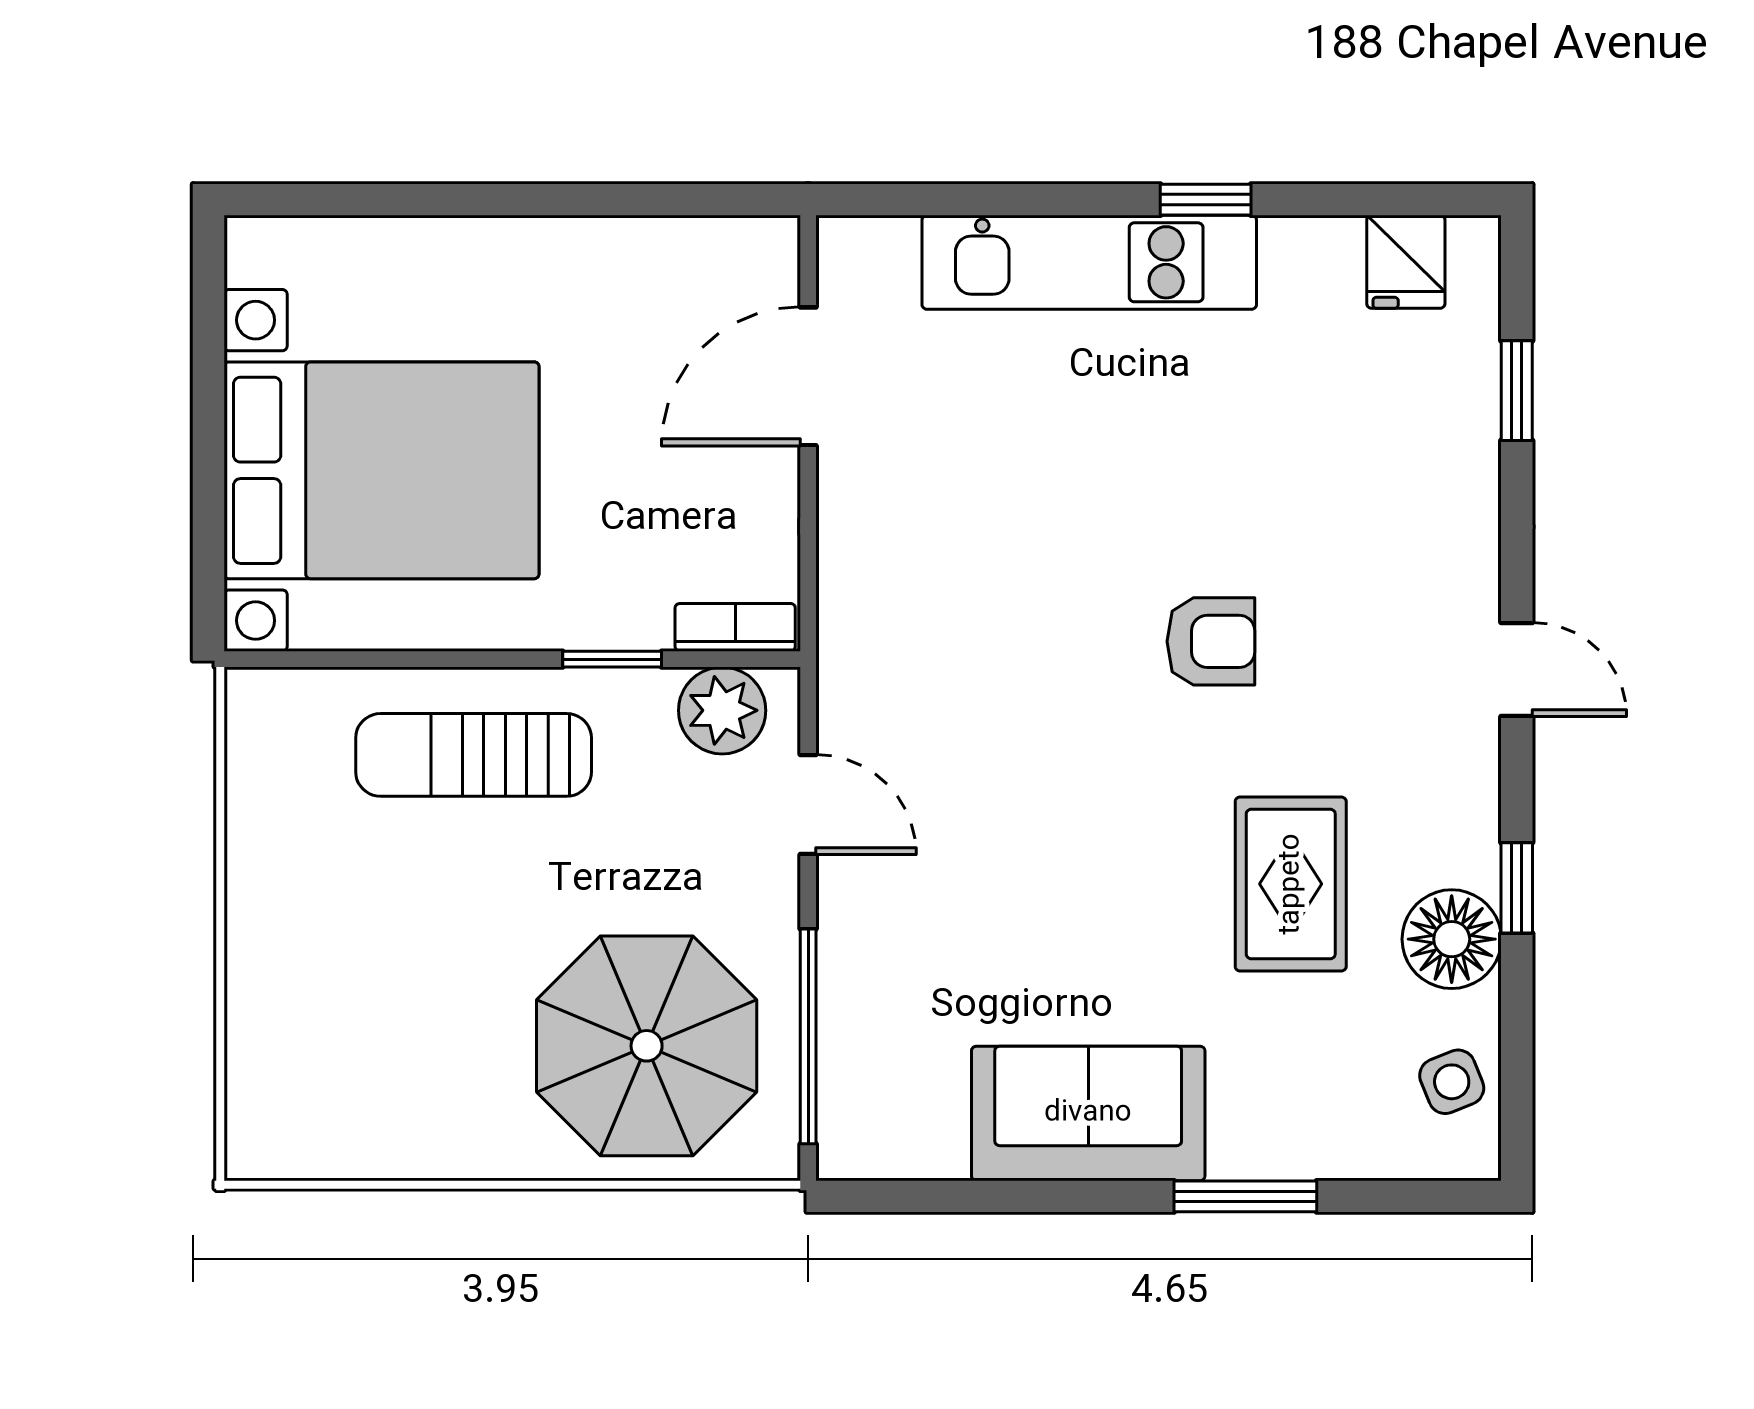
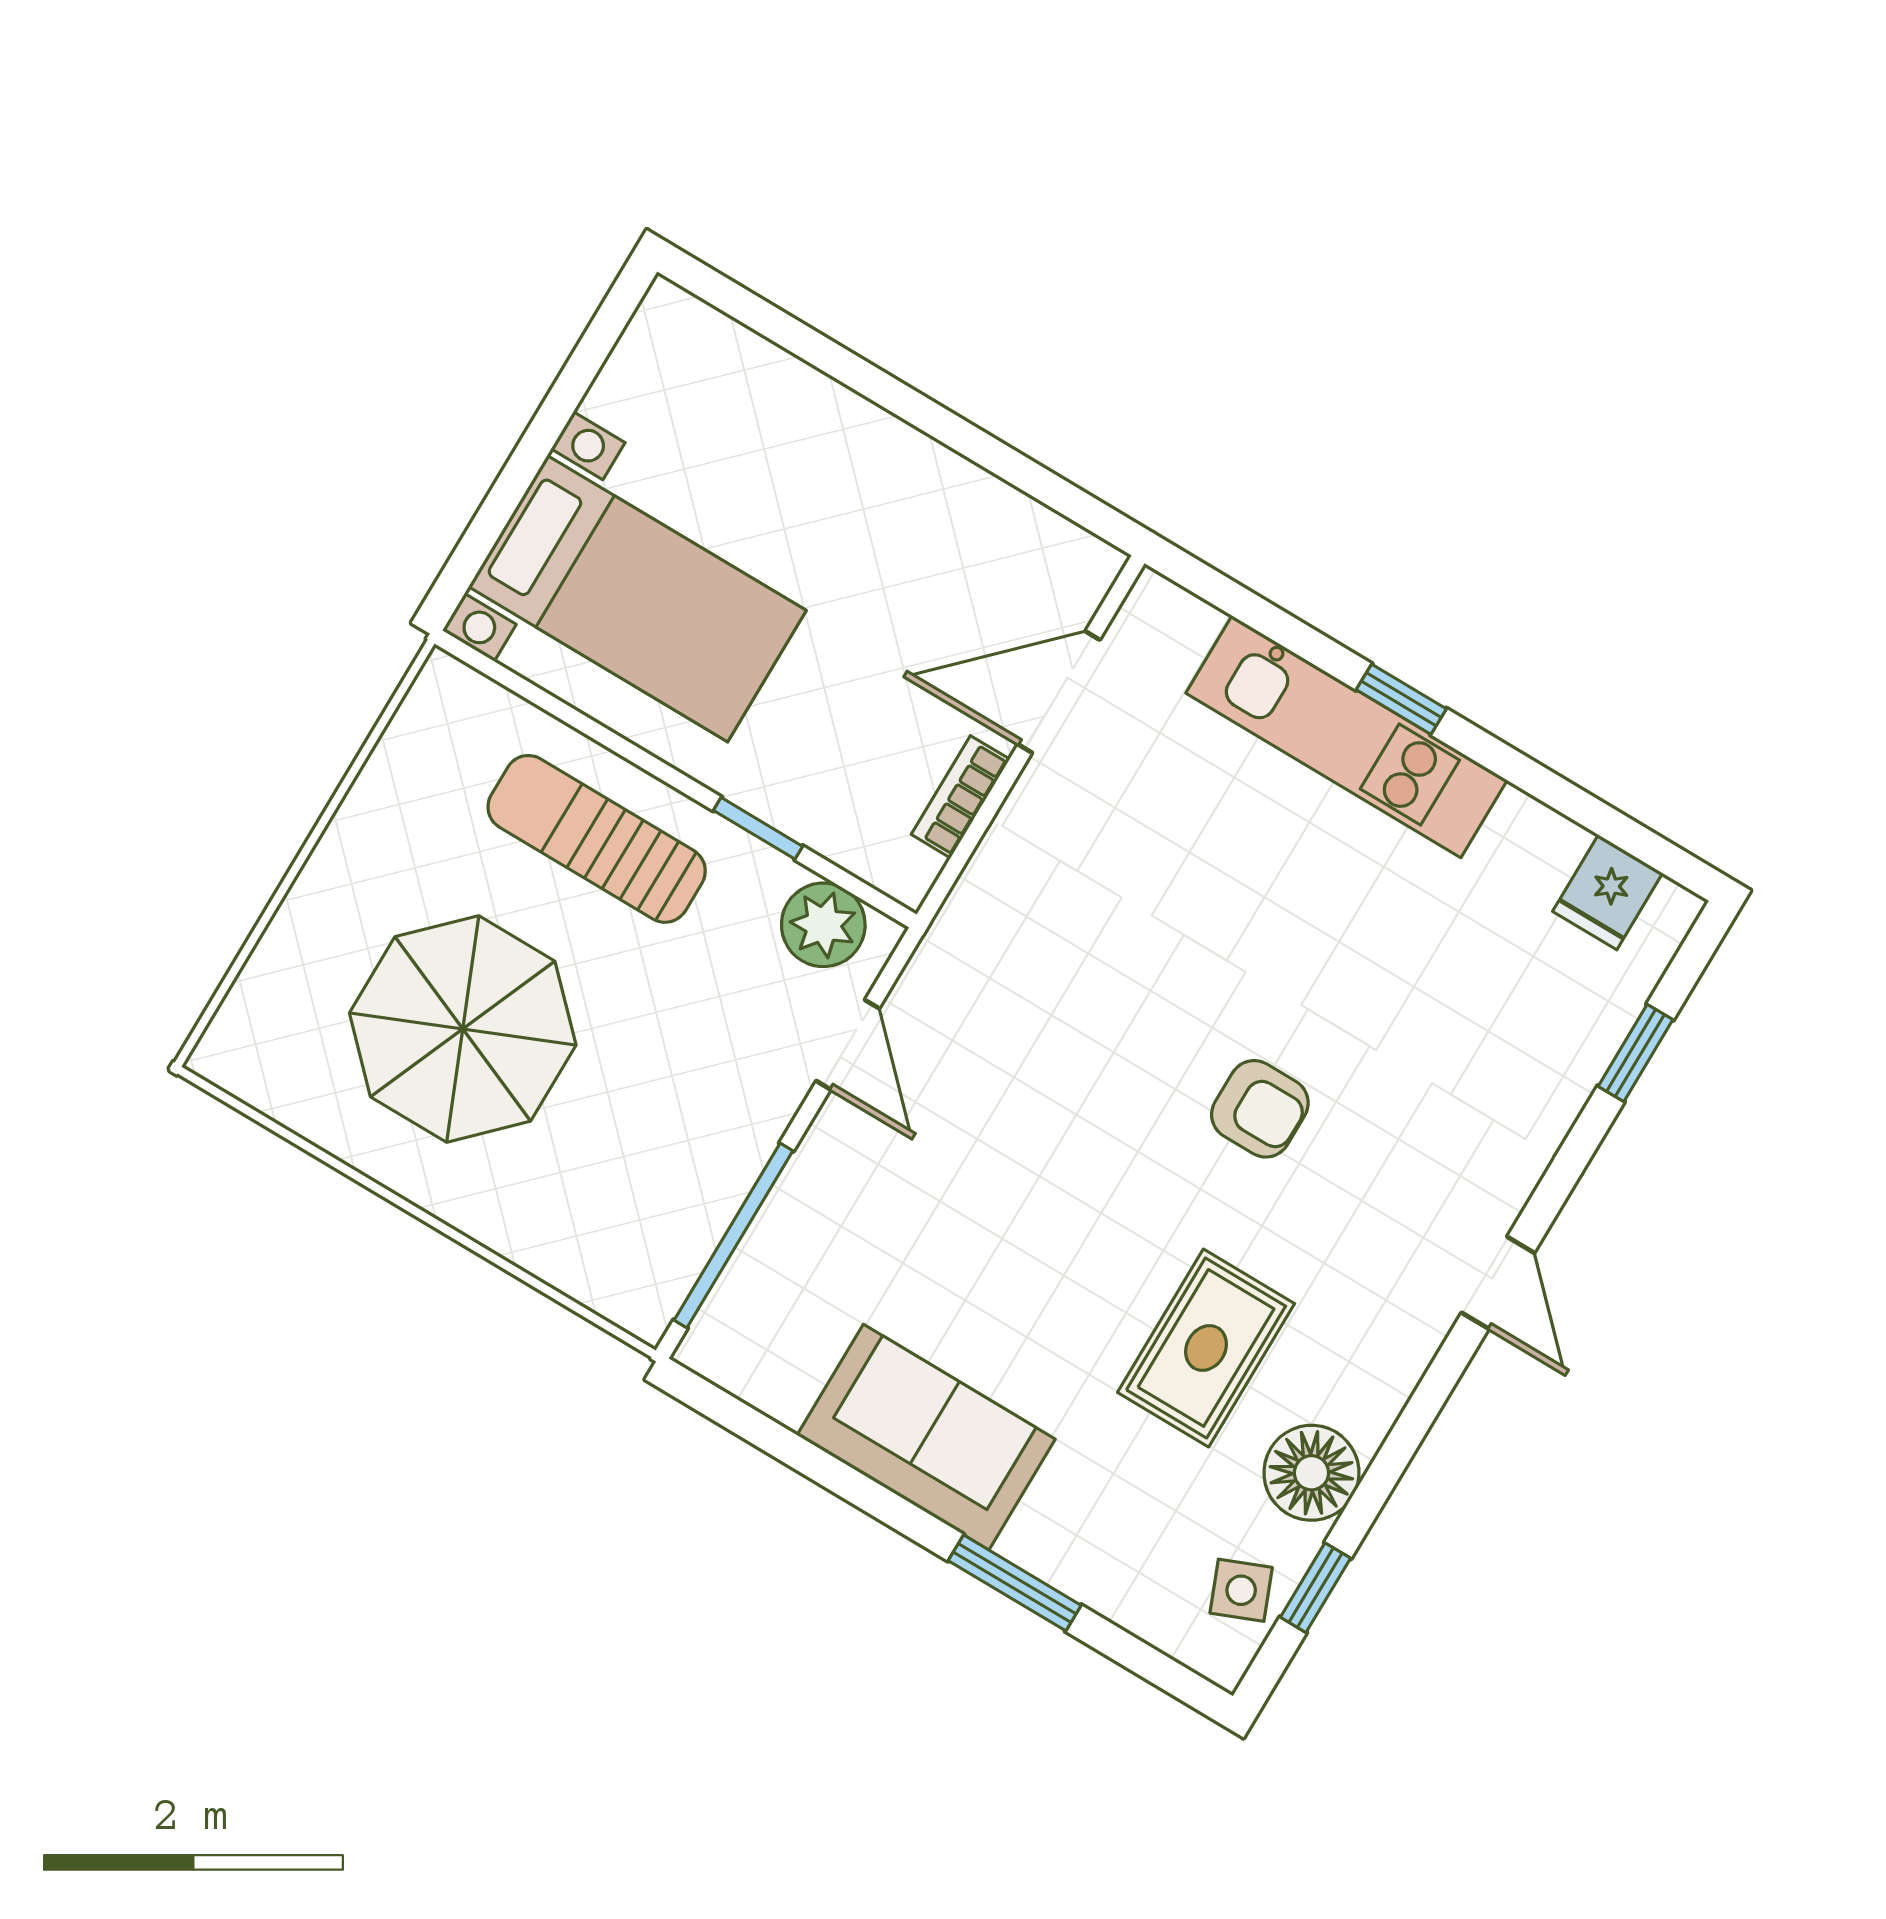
window: (1206, 200) -> (1401, 699), moved
bed with nightstands: (381, 470) -> (637, 599), width x0.73
bookcase: (735, 627) -> (960, 797), moved, turned -90
window: (1517, 888) -> (1315, 1588), moved
parasol: (647, 1046) -> (463, 1029), moved

